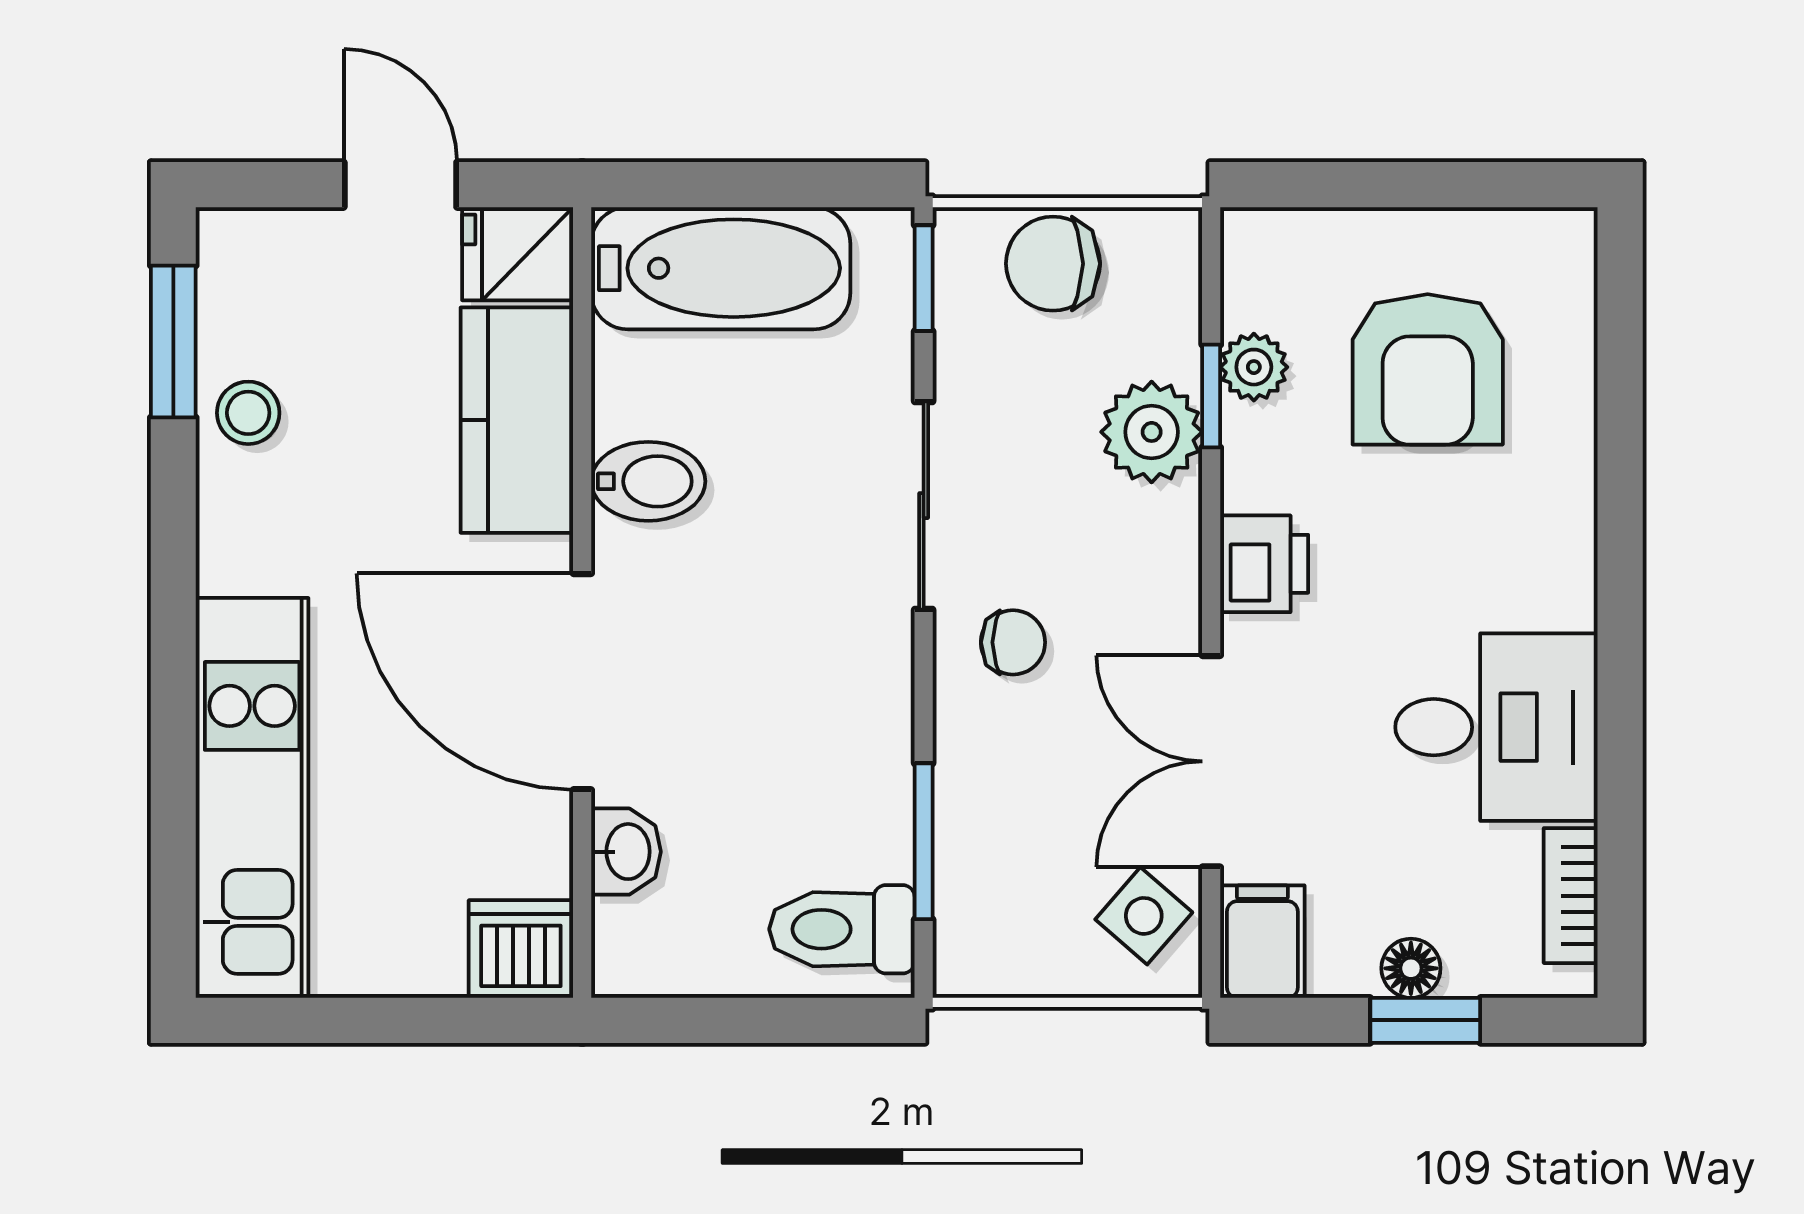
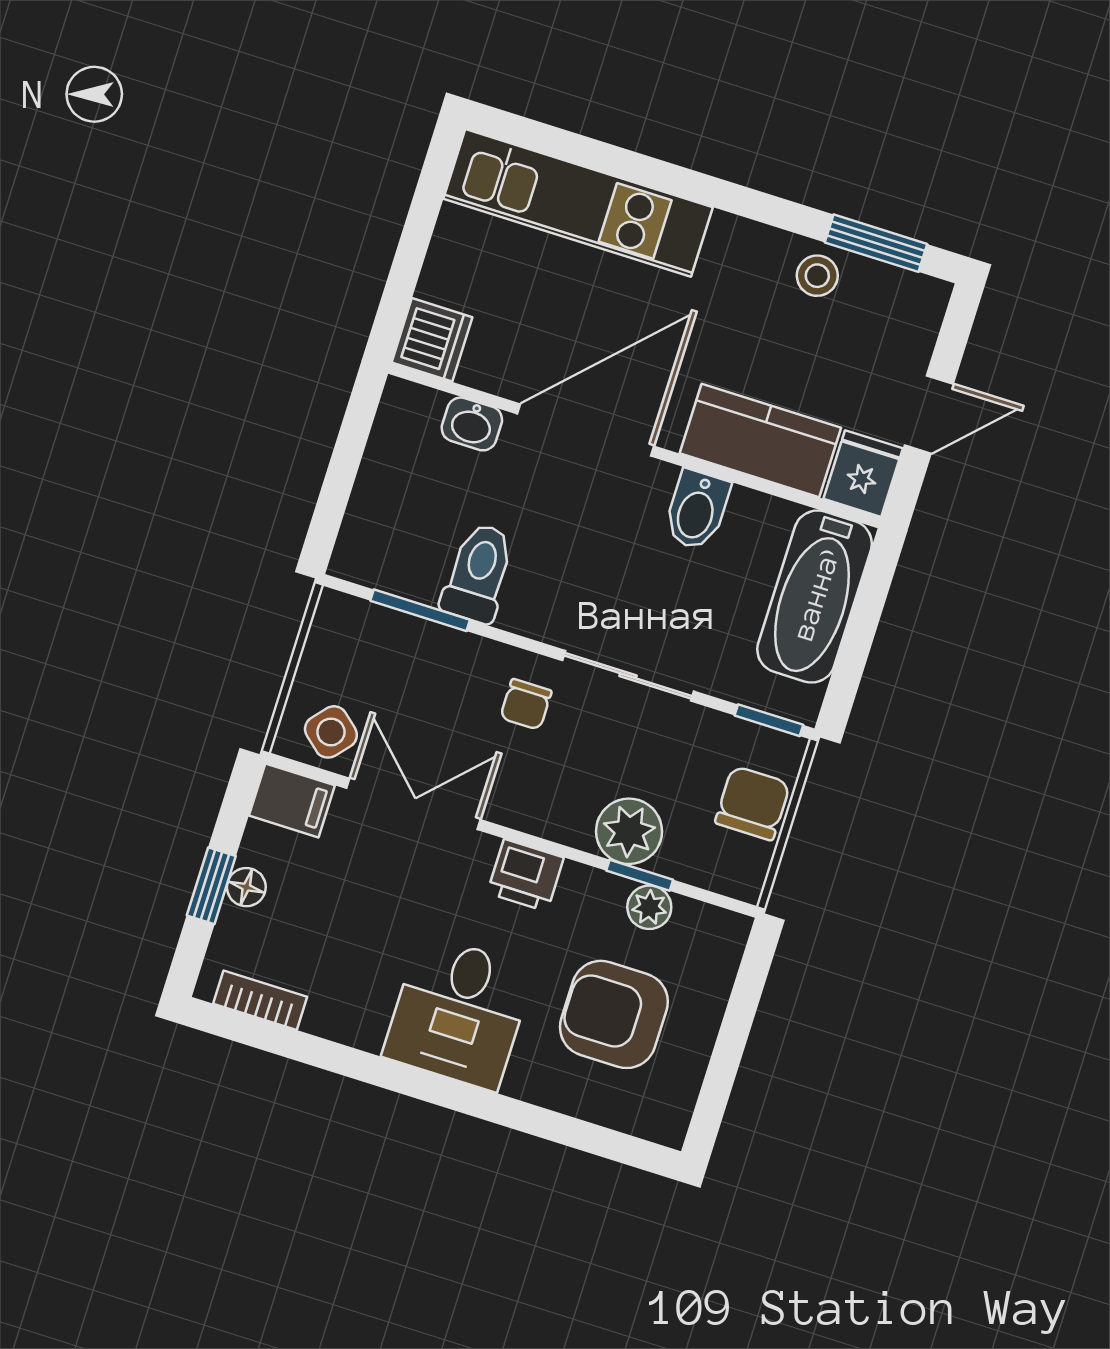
desk: (1496, 727) -> (459, 1012), moved
toilet: (842, 929) -> (478, 573), moved

